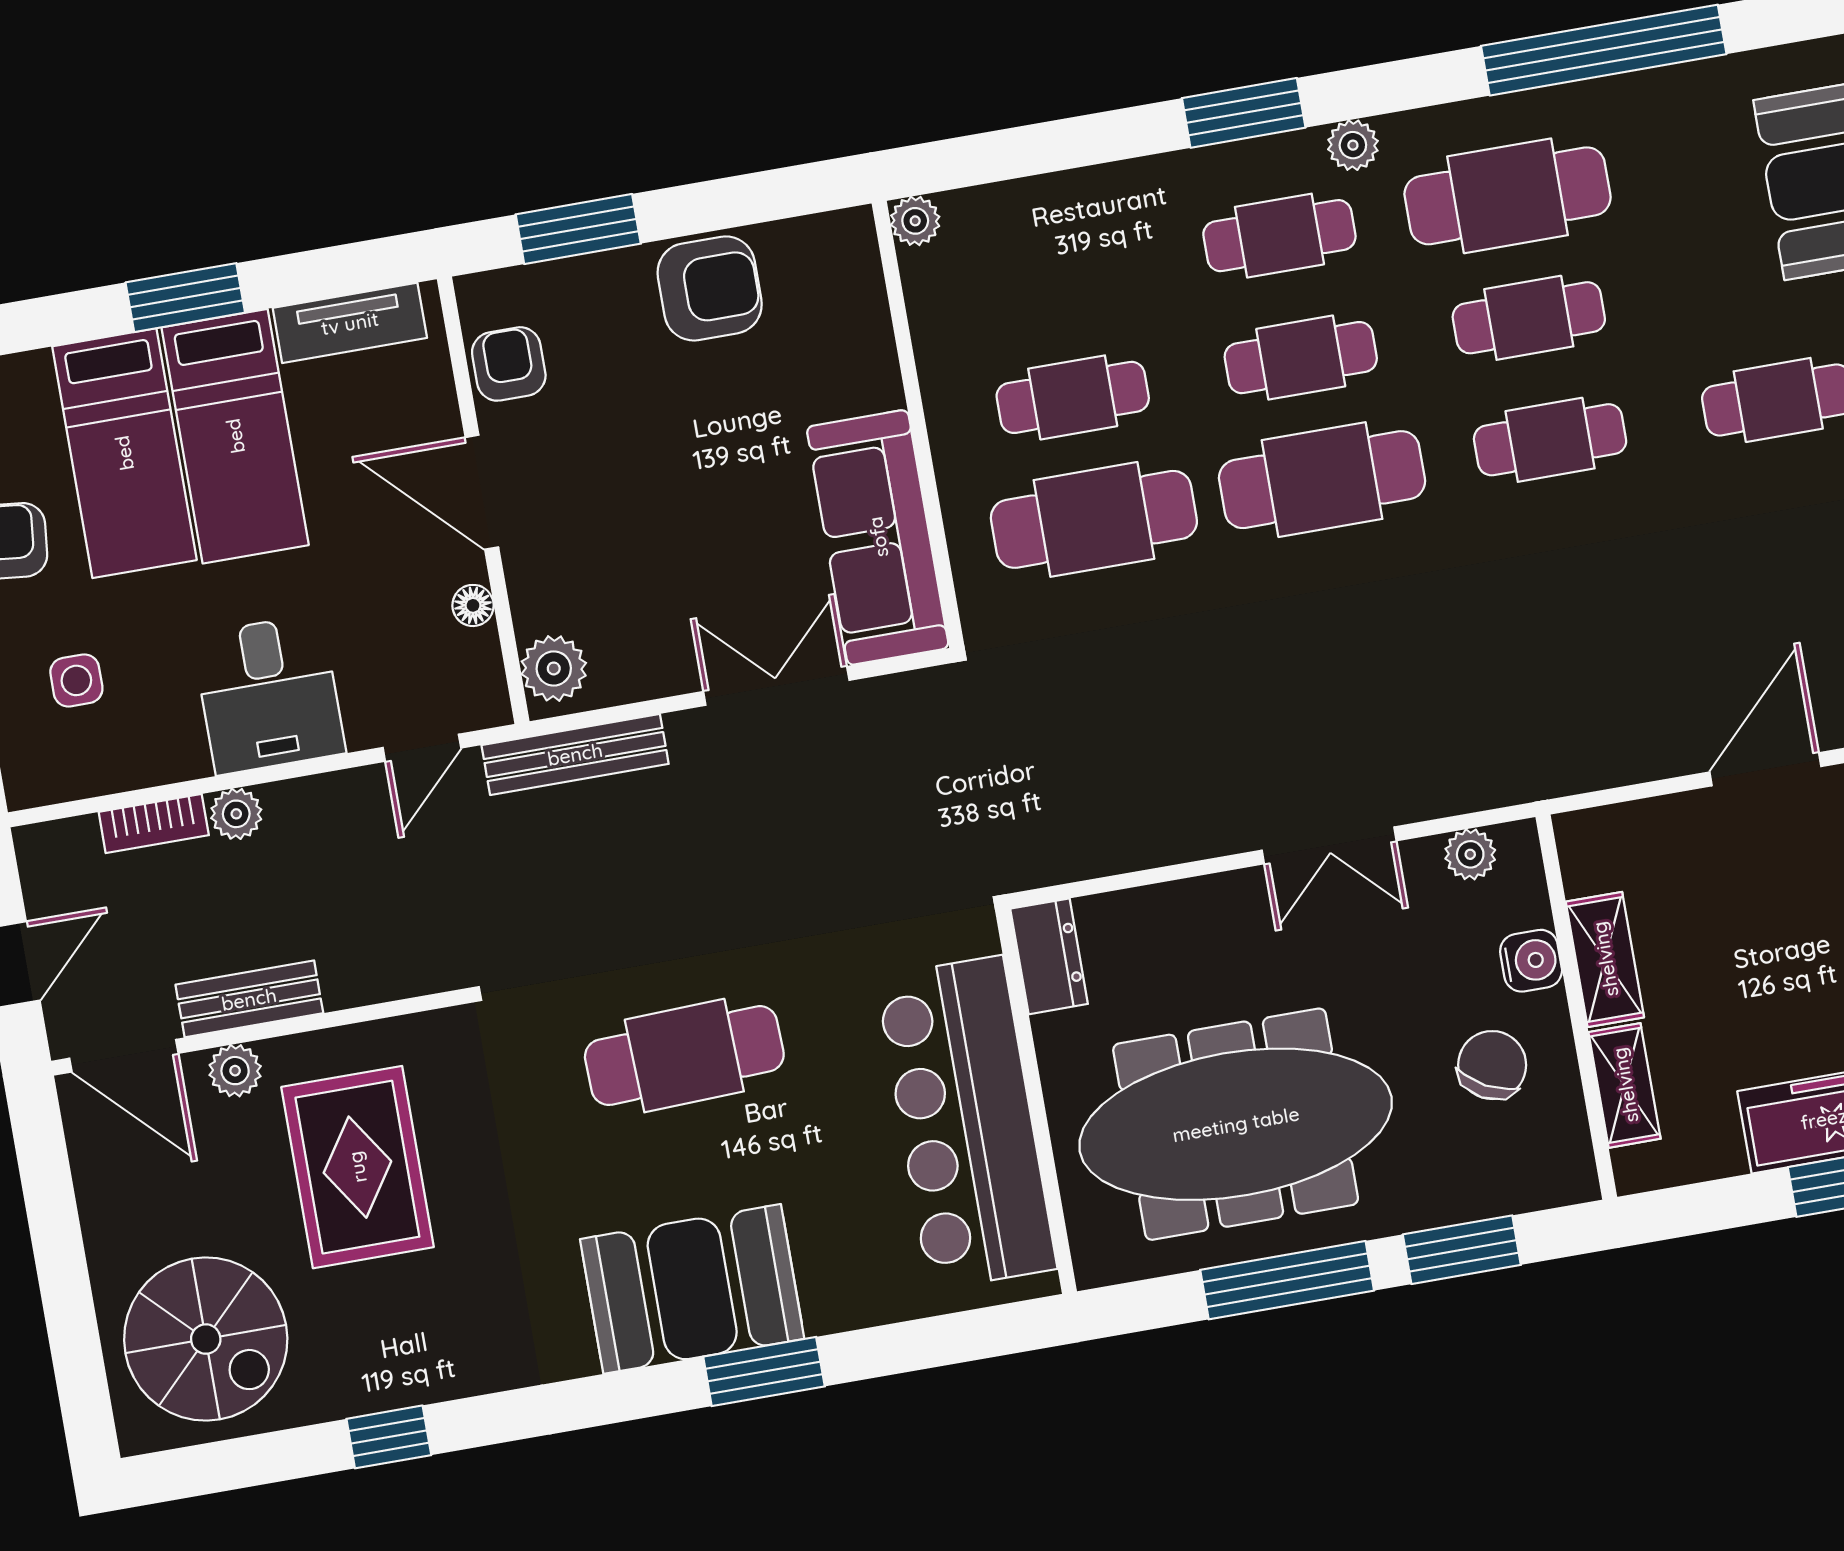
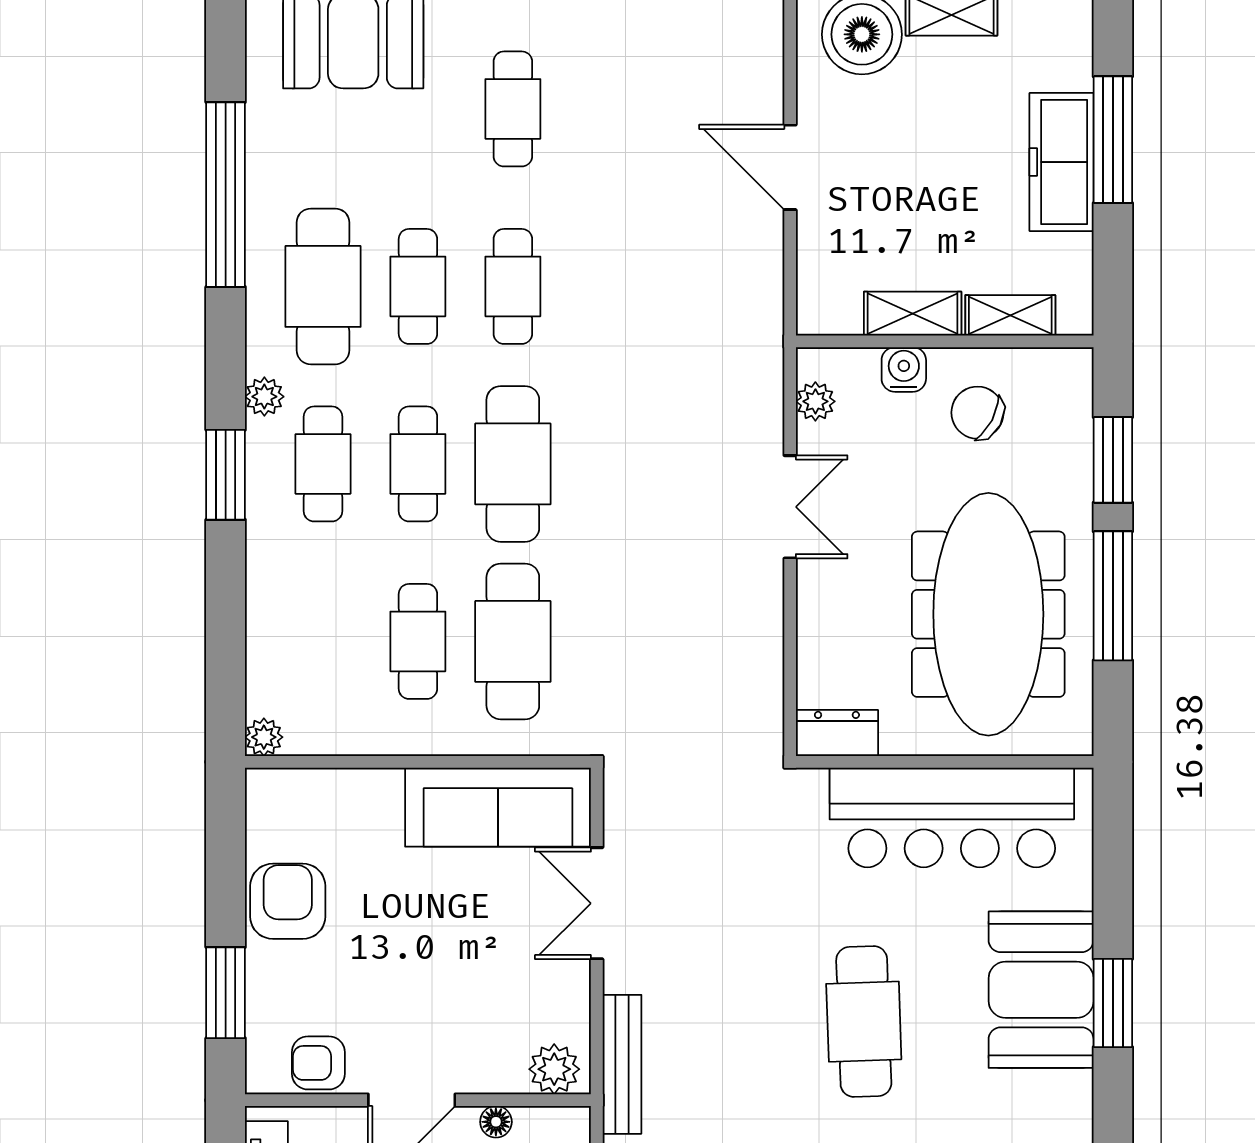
booth: (692, 1289) -> (1041, 990), moved

